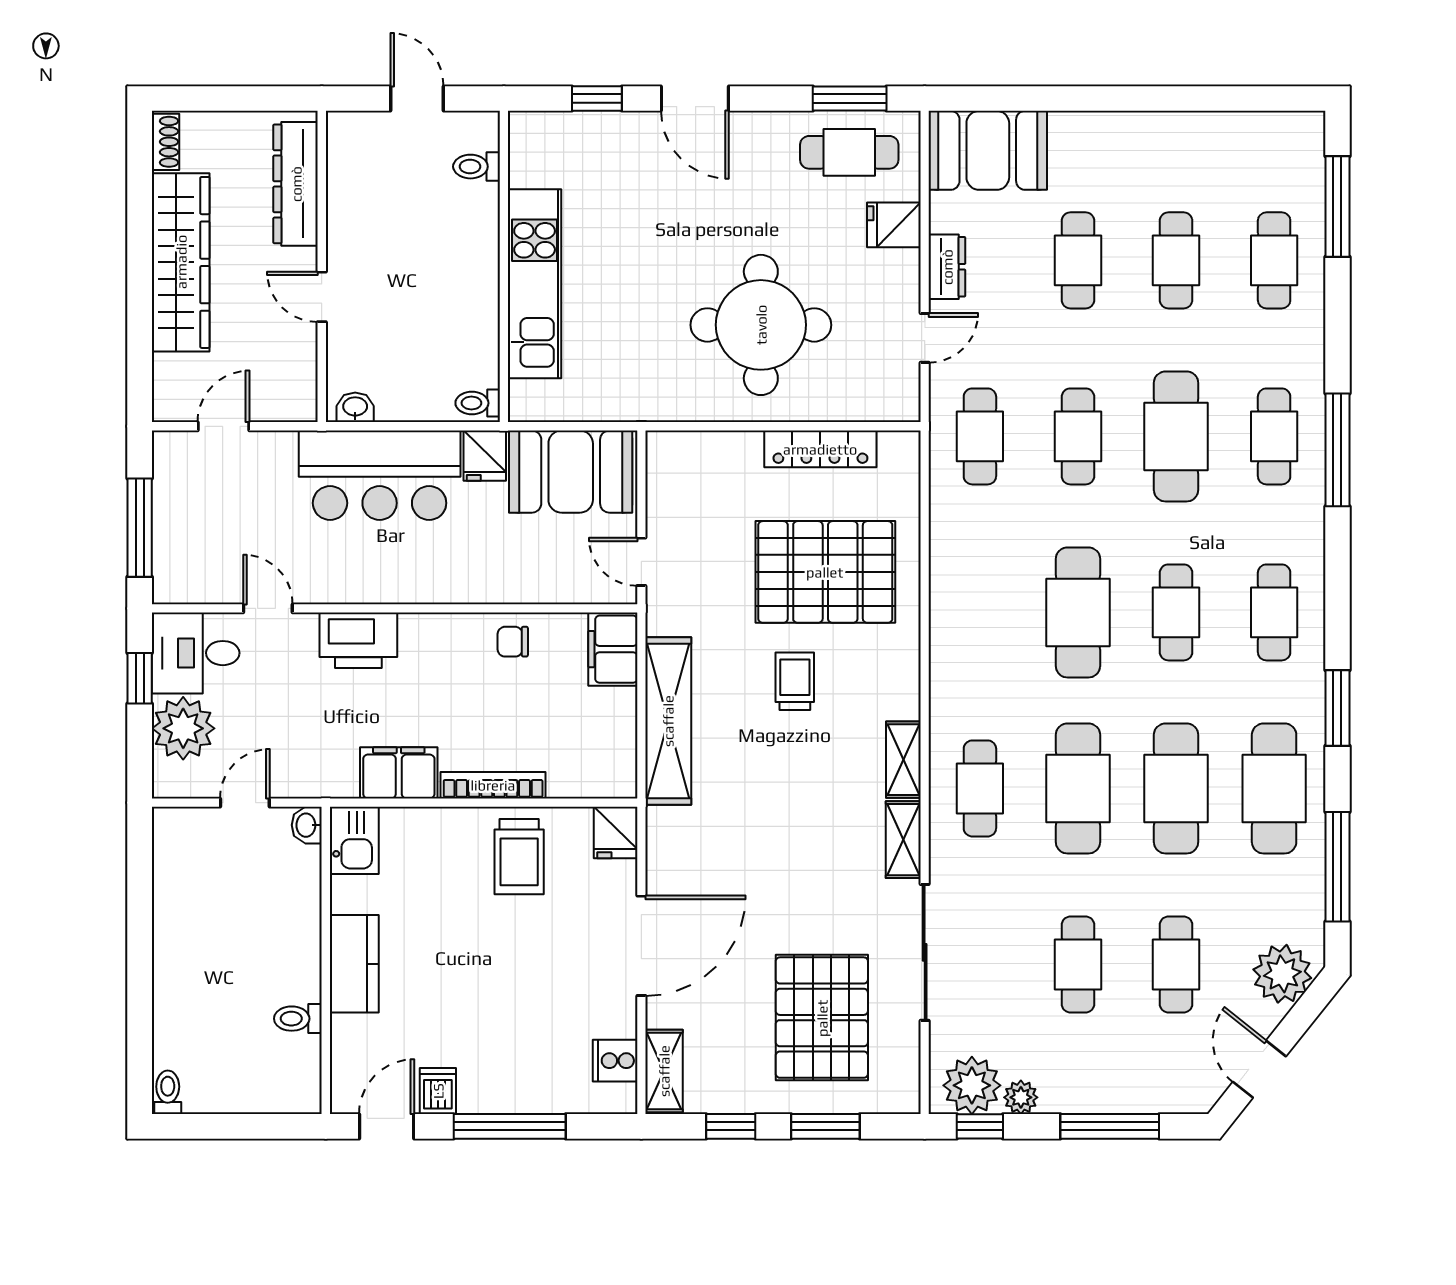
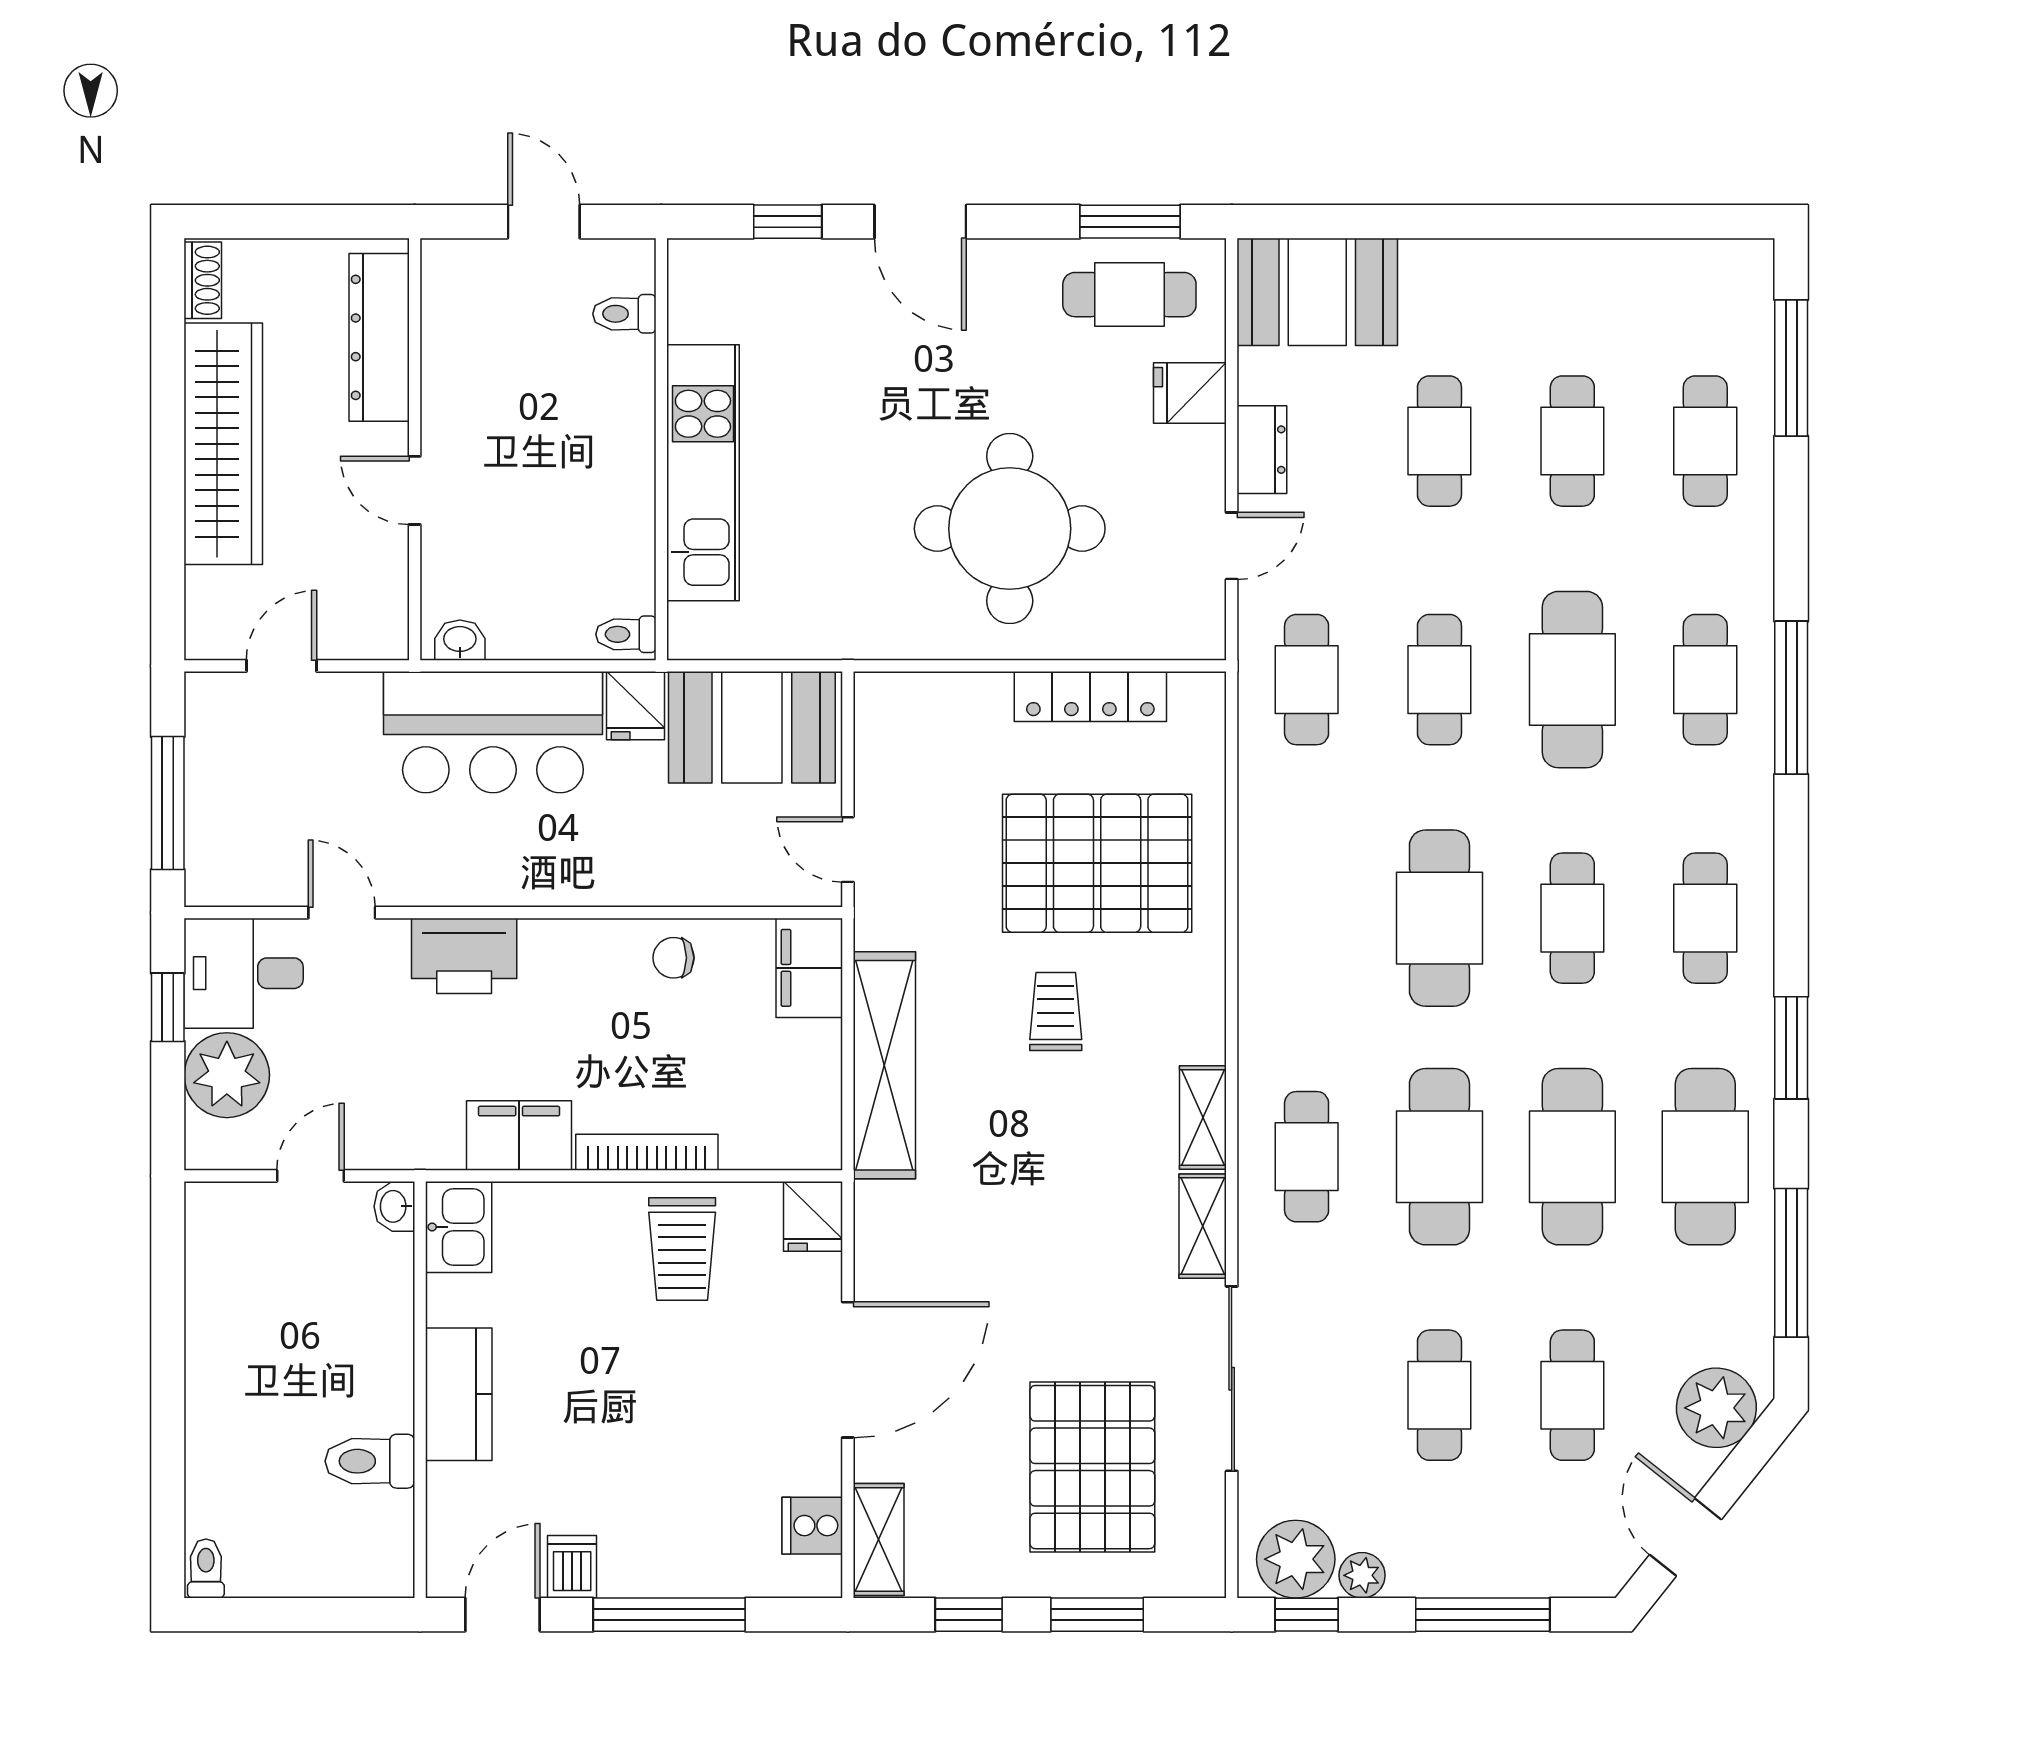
toilet: (298, 1019) -> (370, 1461), width x1.37, depth x1.39

